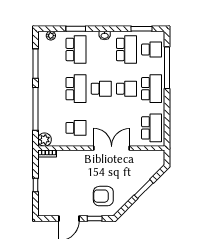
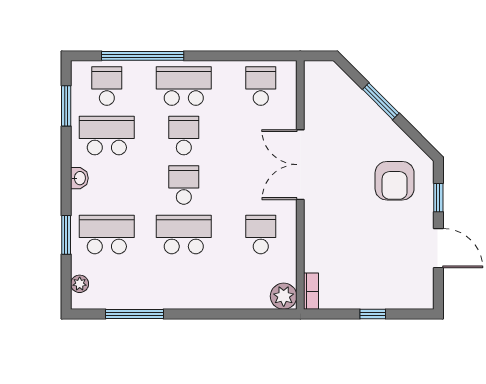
window: (35, 109) -> (223, 314), removed
school desk: (152, 128) -> (261, 86), width x0.54

